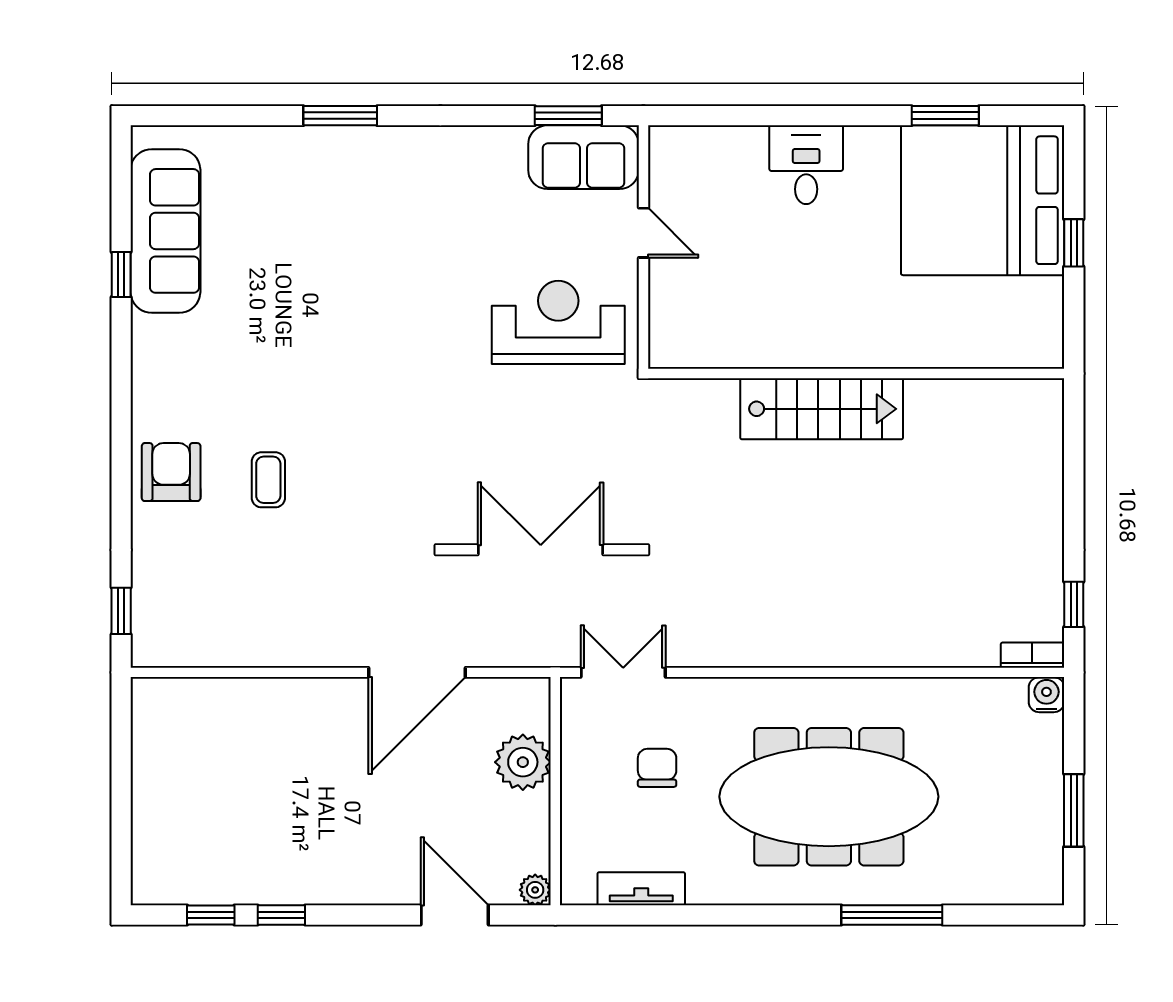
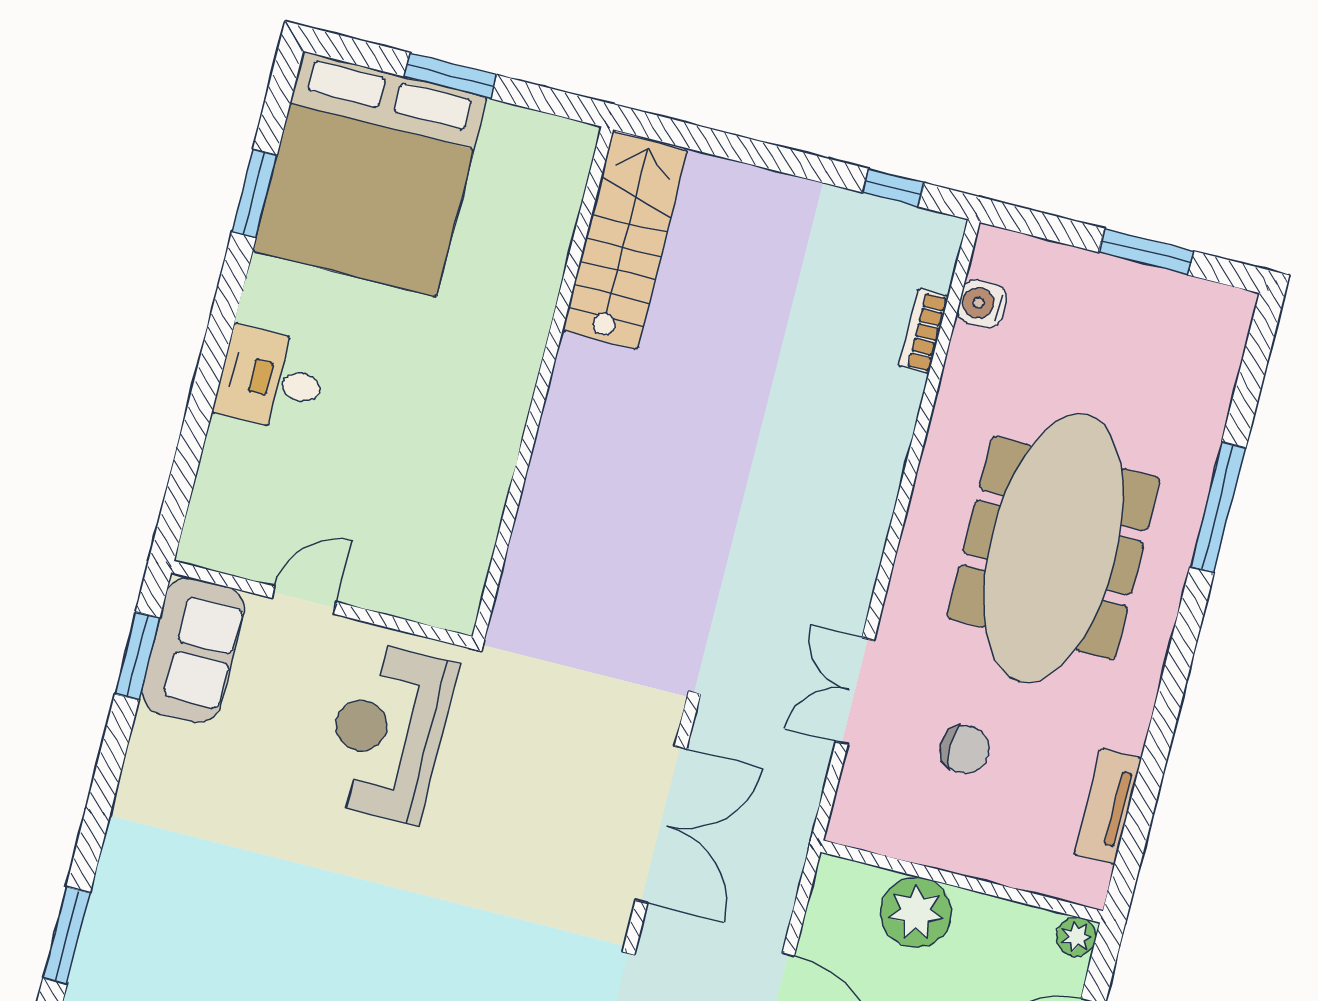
window: (1074, 243) -> (450, 76), width x1.50
stairs: (822, 409) -> (625, 241), moved
double door: (541, 550) -> (661, 825), swing flipped
bookcase: (1032, 655) -> (923, 331), moved
double door: (623, 672) -> (855, 691), moved
water cooler: (1046, 695) -> (982, 304), moved
chair: (657, 768) -> (965, 749), turned 180

